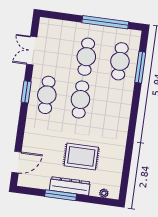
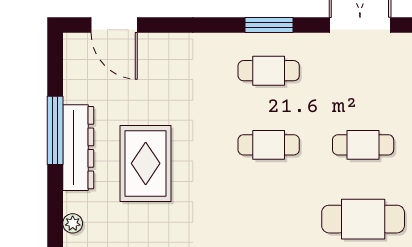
cafe table: (86, 57) -> (363, 145), width x0.73, depth x0.74
cafe table: (47, 95) -> (269, 71), width x0.73, depth x0.74
cafe table: (80, 100) -> (269, 145), width x0.73, depth x0.74

